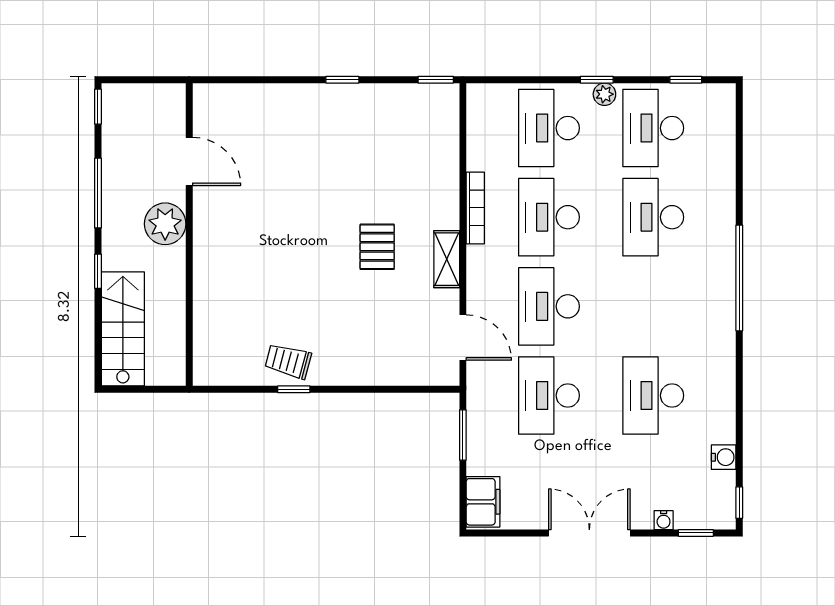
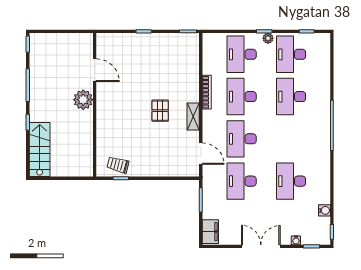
door: (189, 161) -> (95, 70), moved
plant: (165, 224) -> (83, 100), moved
wall: (189, 234) -> (95, 105), moved

